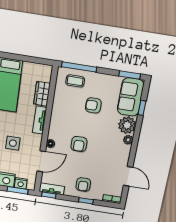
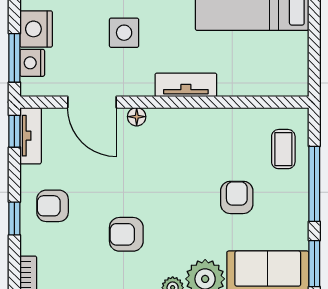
window: (79, 67) -> (314, 184), moved
wardrobe: (42, 94) -> (245, 82), removed
armchair: (79, 144) -> (126, 234), moved

